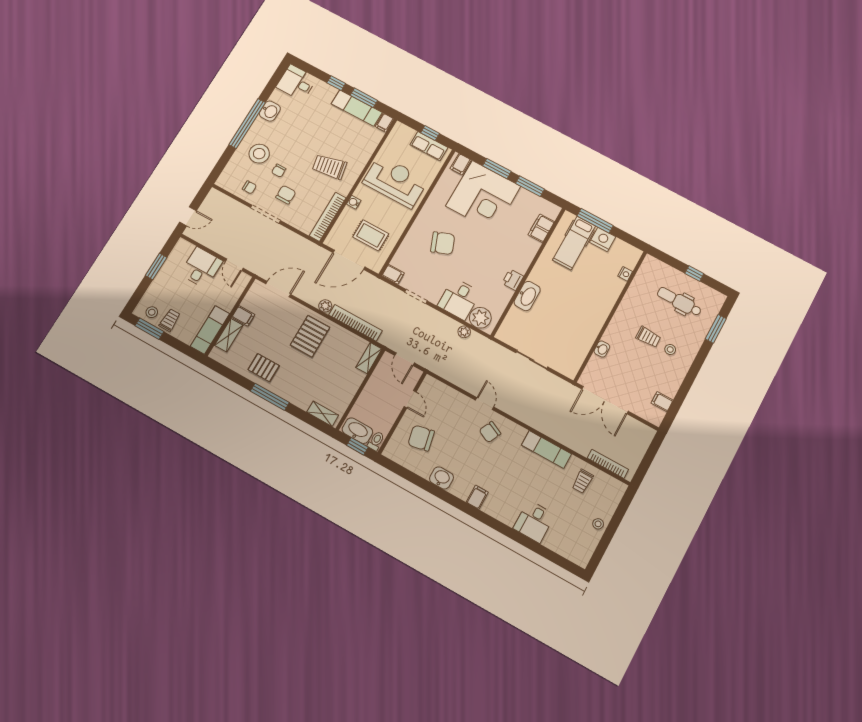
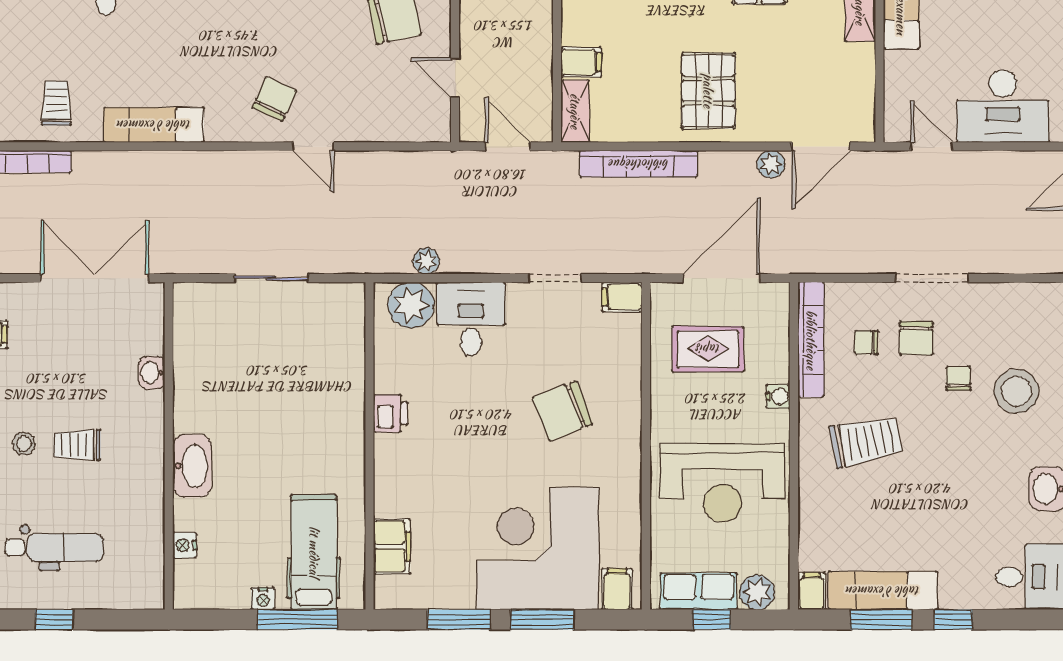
plant: (406, 134) -> (757, 592), added
chair: (249, 187) -> (866, 342), moved
nightstand: (603, 239) -> (263, 599), width x0.53, depth x0.56
desk: (201, 268) -> (1003, 106), width x1.37
washbasin: (527, 296) -> (192, 466), moved, turned 180
plant: (325, 306) -> (771, 164), moved
filing cabinet: (243, 316) -> (581, 62), moved, turned 180

